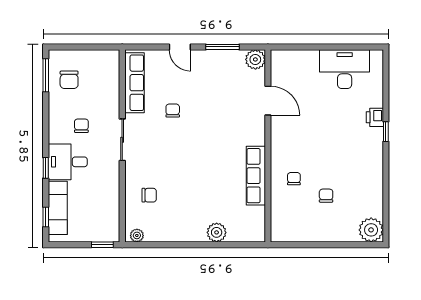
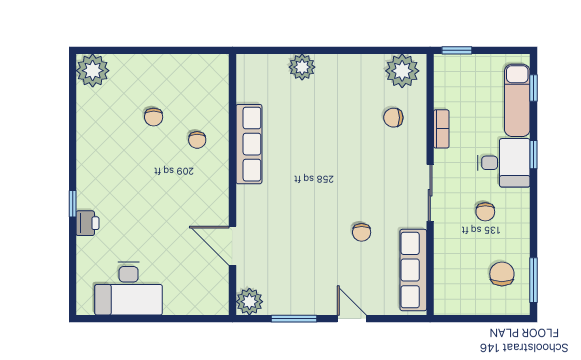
bookcase: (114, 187) -> (441, 129), added
plant: (137, 235) -> (402, 71), width x1.88, depth x1.88

